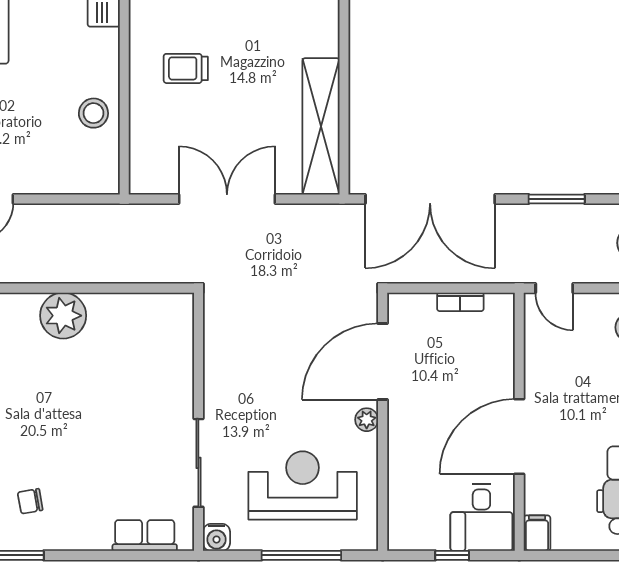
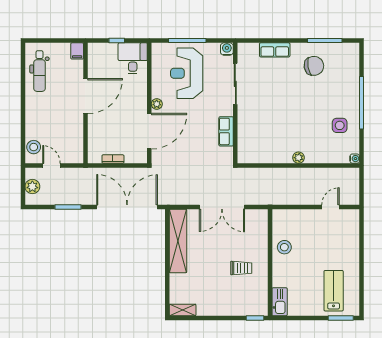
door: (554, 288) -> (51, 165), moved
plant: (63, 316) -> (299, 158), width x0.53, depth x0.53
row of seats: (218, 361) -> (226, 131), added
reception desk: (303, 485) -> (187, 73), turned 90
chair: (30, 501) -> (314, 66), width x1.87, depth x1.87
desk: (481, 518) -> (133, 58), moved
row of seats: (145, 535) -> (275, 50), moved

